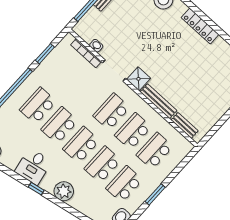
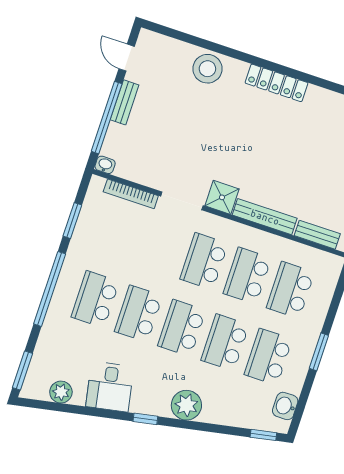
washbasin: (96, 46) -> (105, 165), moved
desk: (33, 166) -> (110, 387), moved

